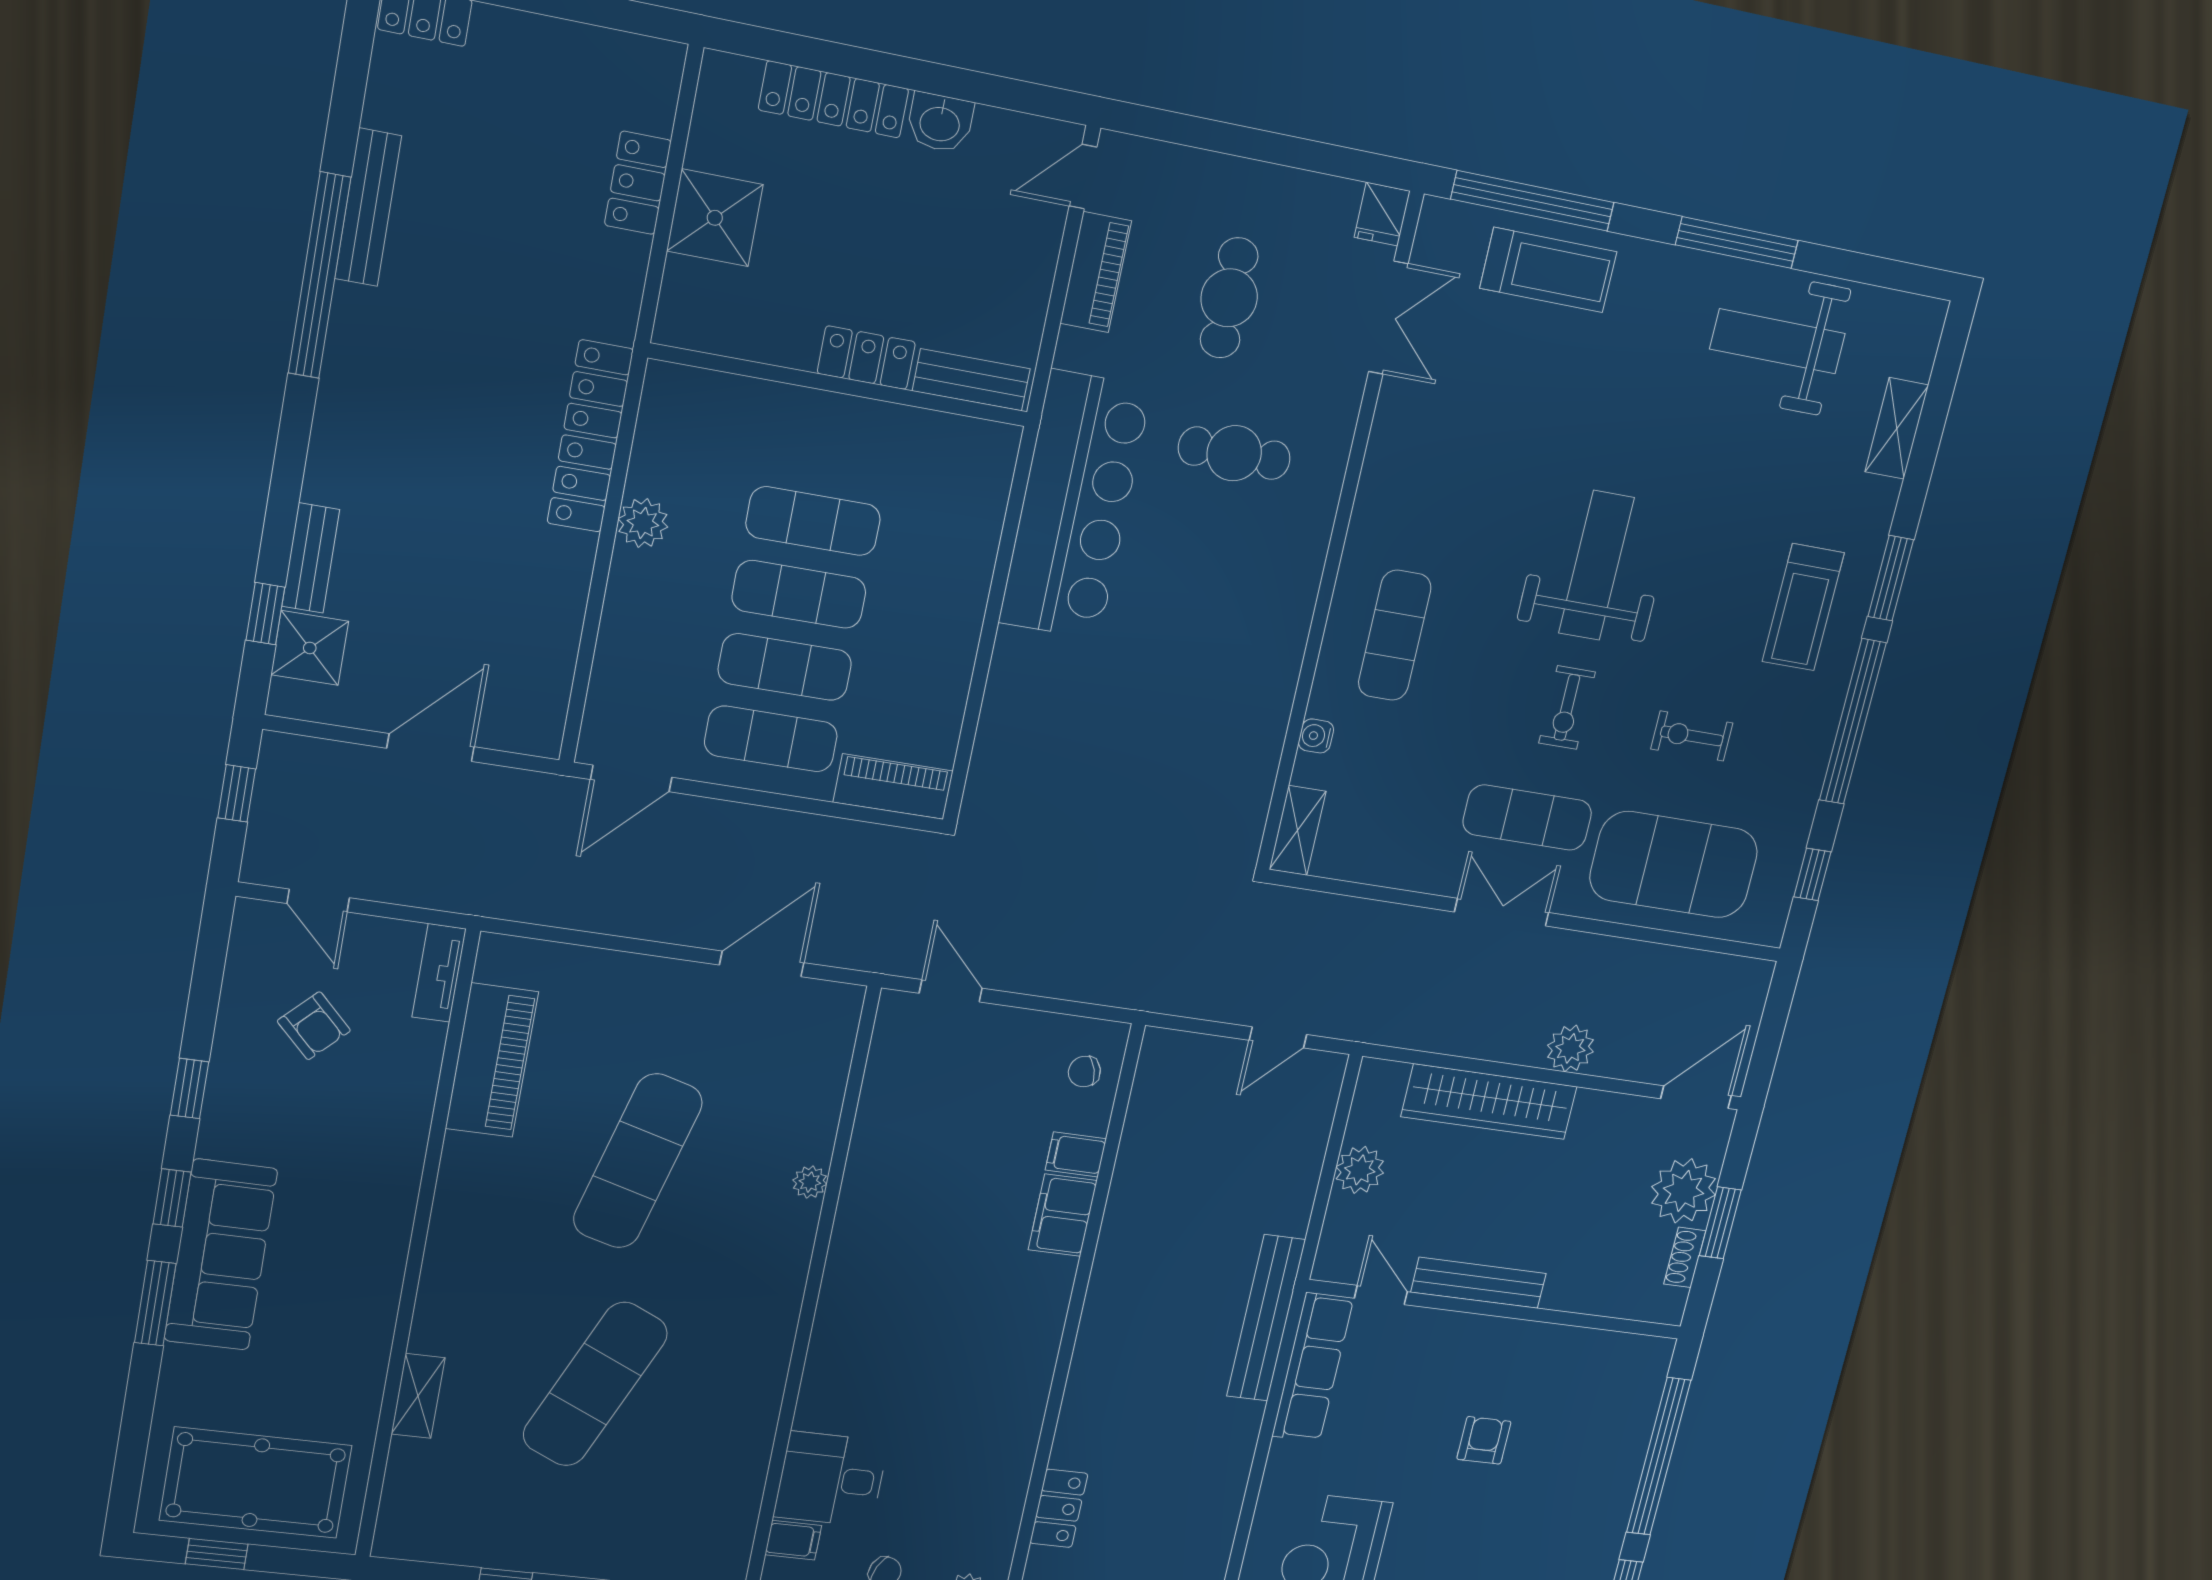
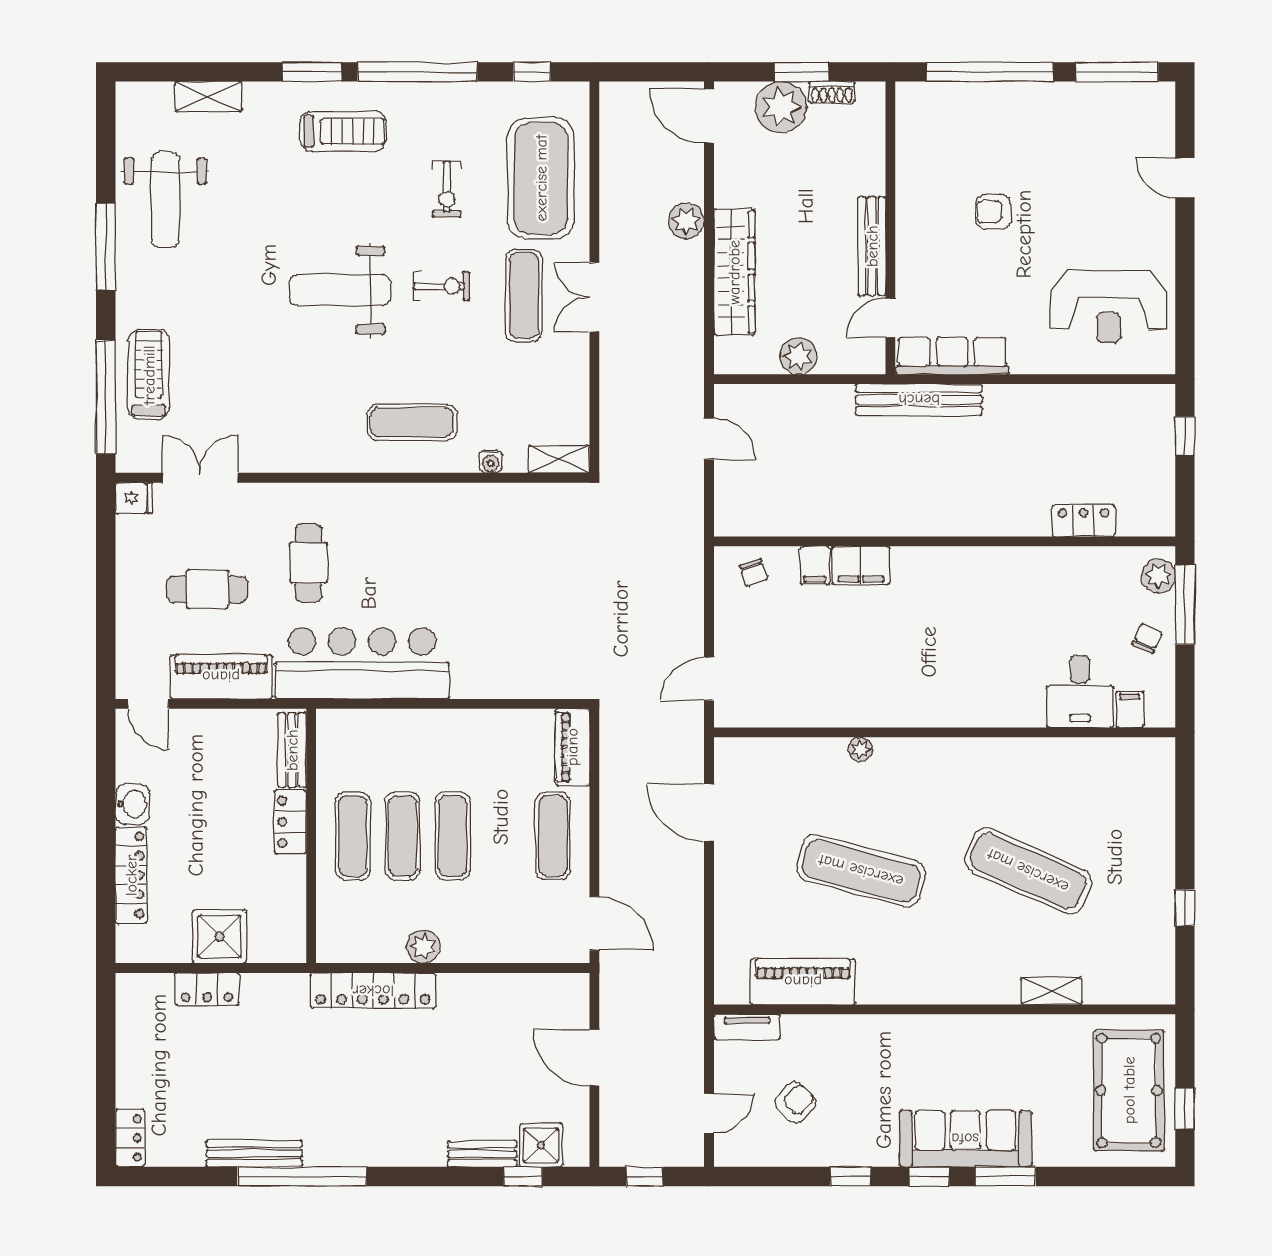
piano: (1096, 272) -> (221, 677), width x1.37, depth x1.33
exercise mat: (785, 667) -> (353, 836), moved

